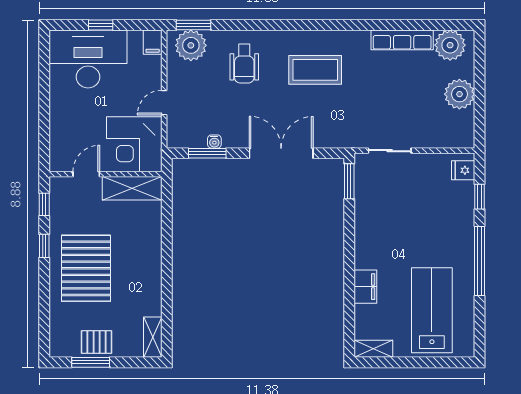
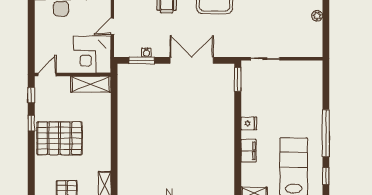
plant: (459, 94) -> (317, 16), width x0.53, depth x0.53
fridge: (463, 170) -> (249, 123), moved, turned 180
door: (86, 174) -> (47, 75), moved
window: (479, 197) -> (326, 176), moved
pallet: (86, 268) -> (60, 138), turned 90

